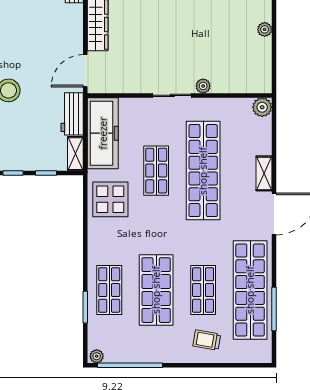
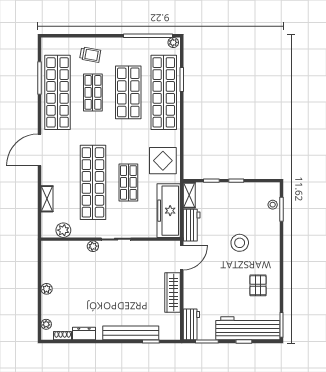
plant: (262, 107) -> (63, 230), moved
shelving: (264, 173) -> (47, 199), moved
shop shelf: (109, 290) -> (164, 92), width x2.00, depth x1.36

